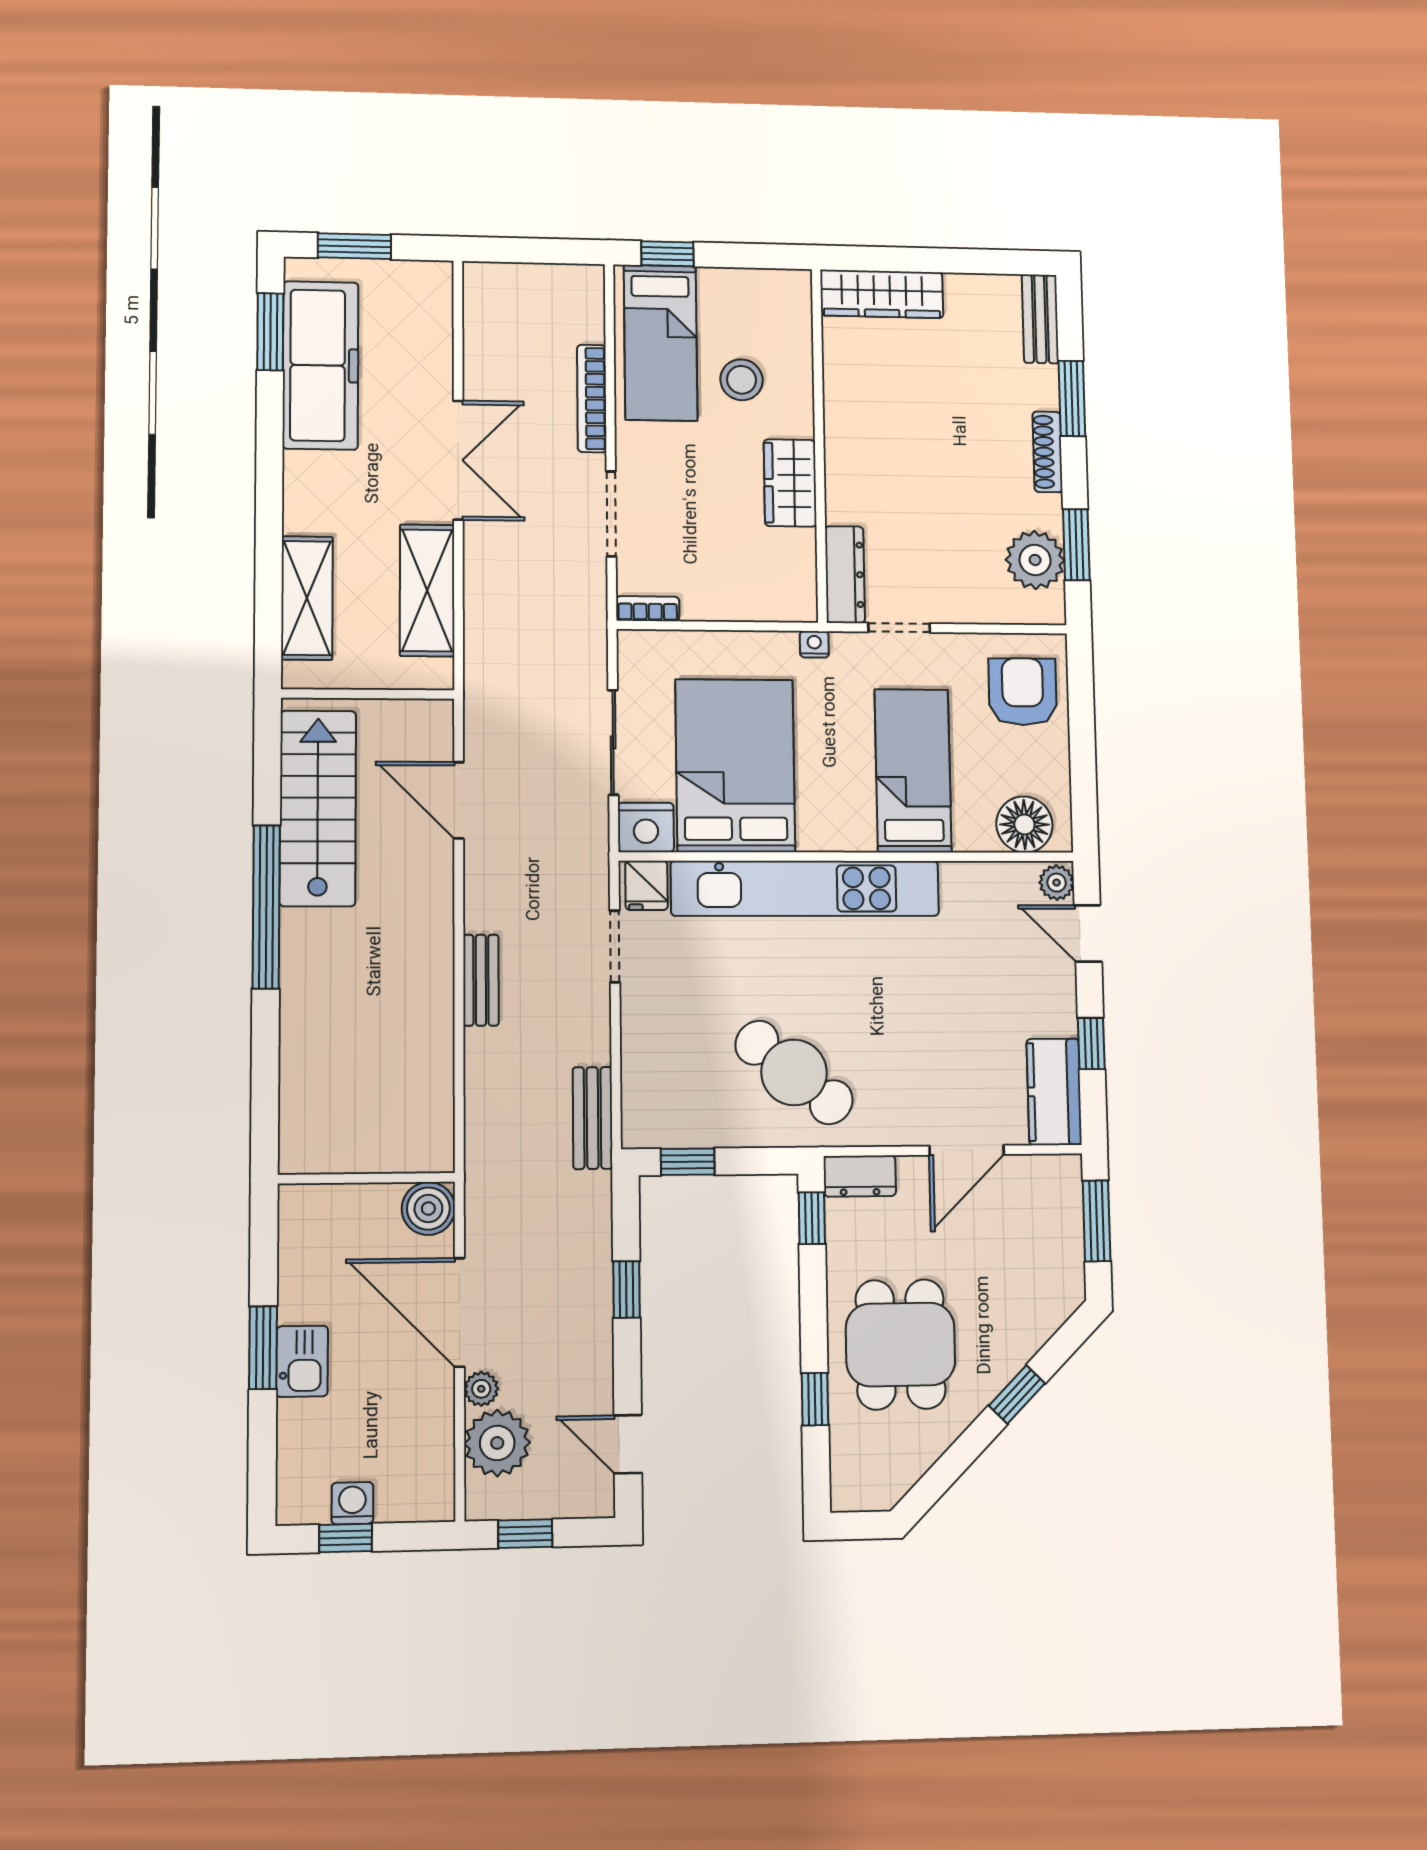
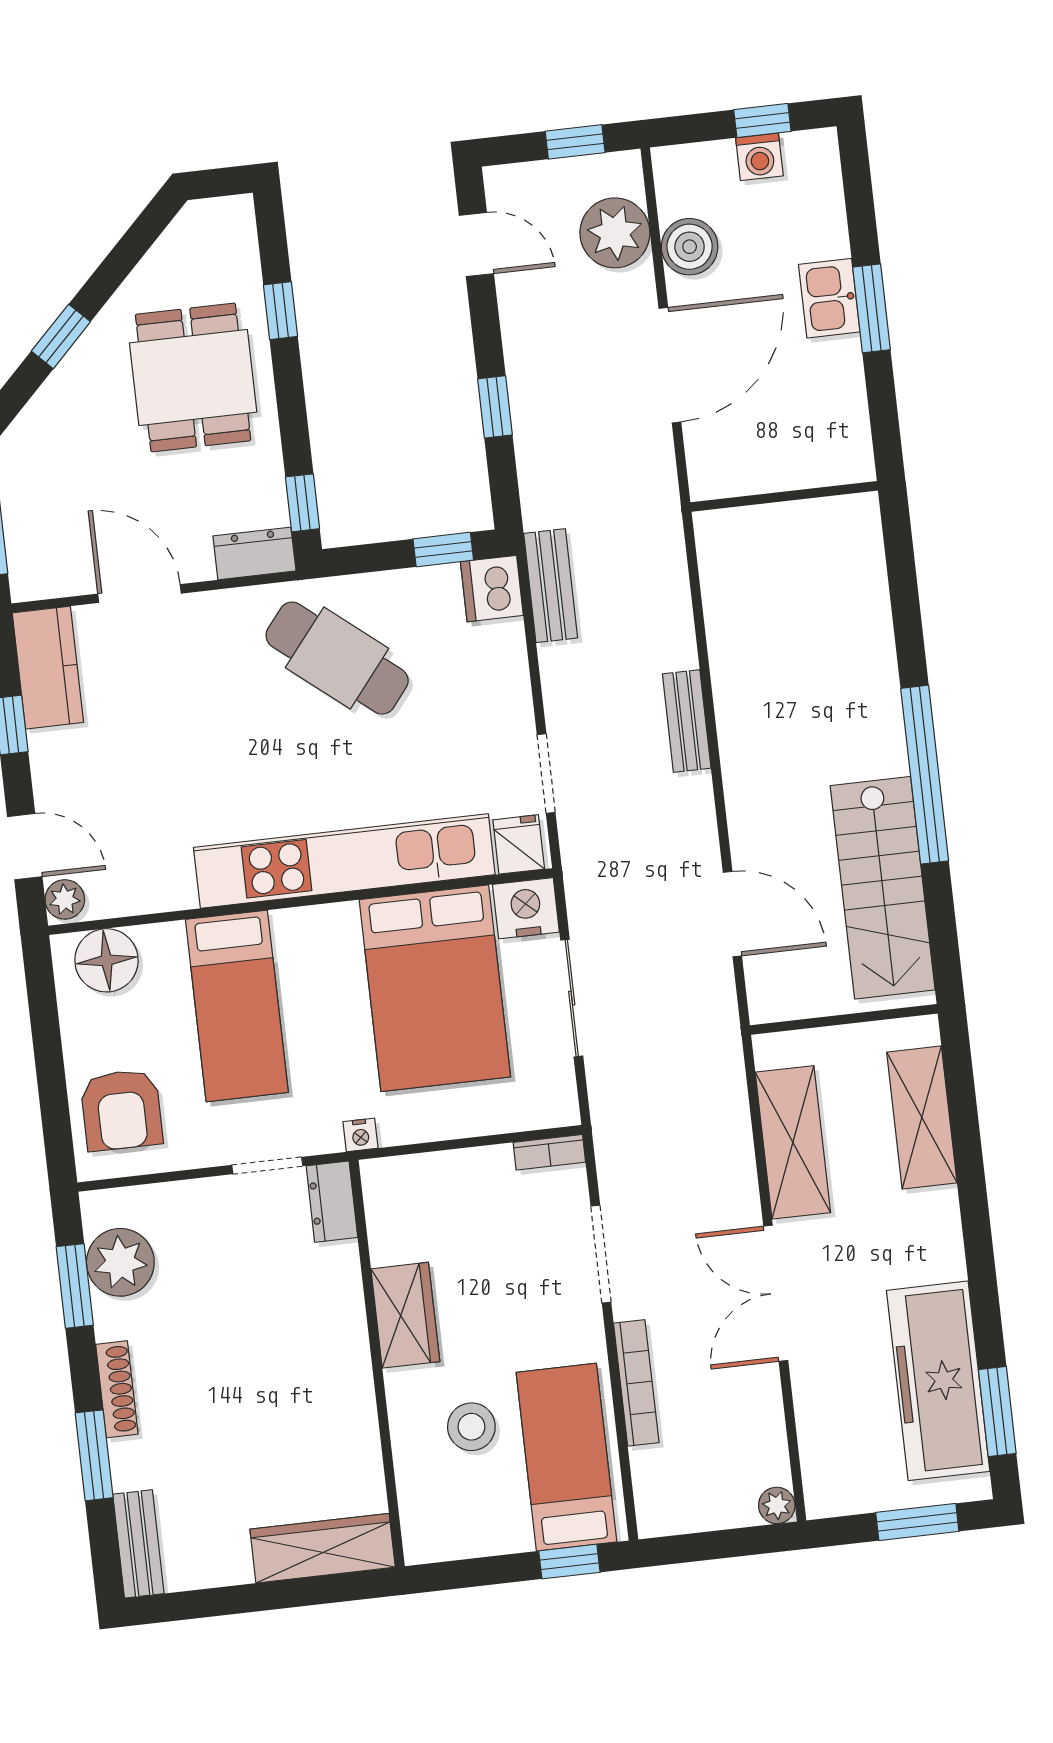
dresser: (845, 575) -> (332, 1202), width x0.70
dishwasher: (647, 1121) -> (492, 589), added
door: (967, 1150) -> (139, 594), hinge flipped
boiler: (428, 1209) -> (690, 247), moved
door: (459, 1312) -> (670, 365), hinge flipped
plant: (481, 1389) -> (777, 1505), moved

